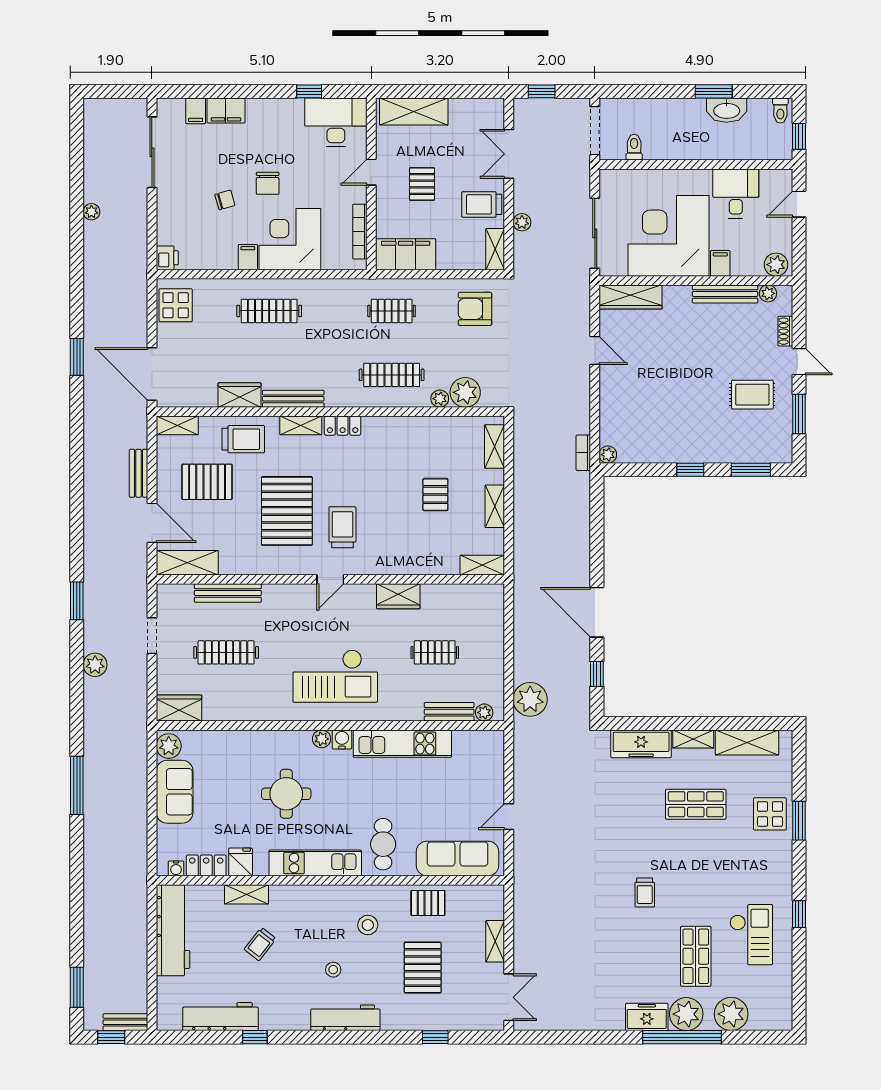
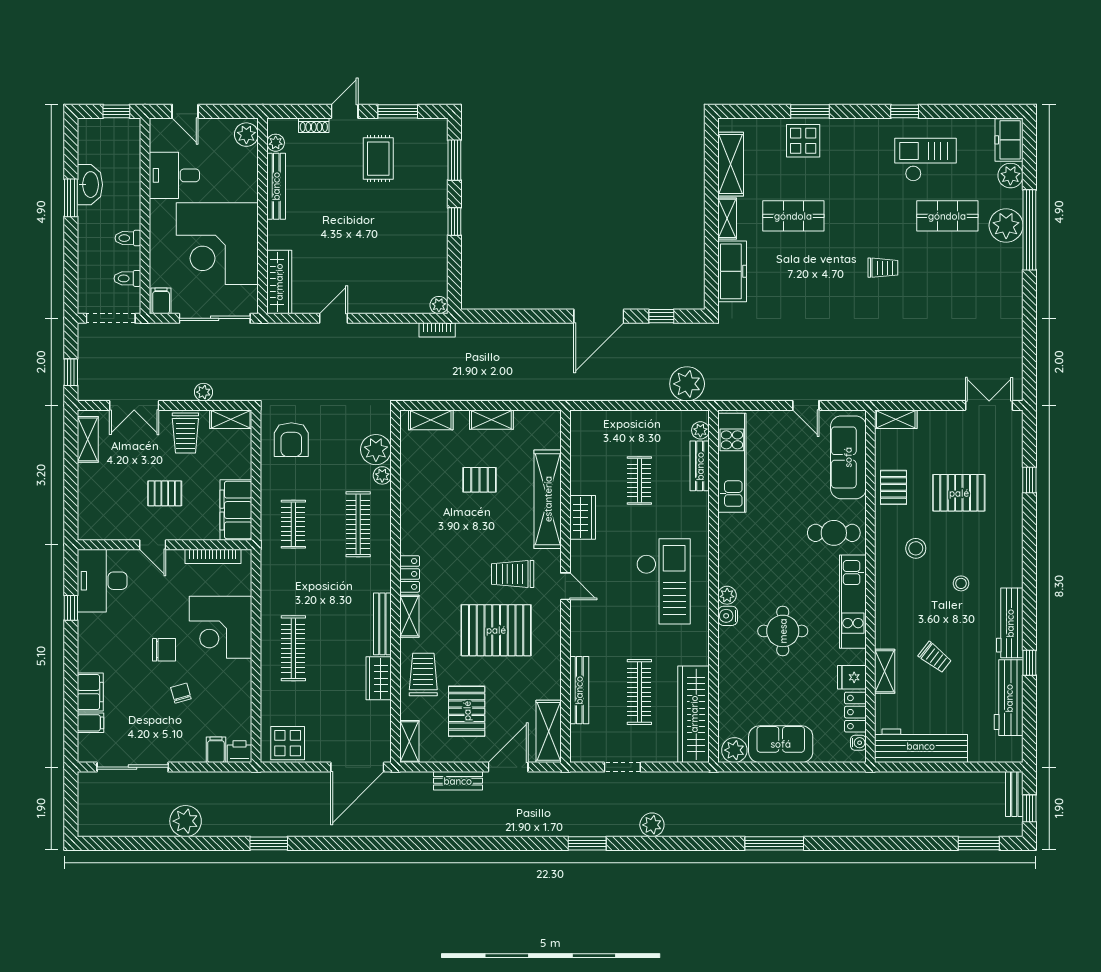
toilet: (780, 110) -> (128, 238), moved, turned 180
shelving: (414, 111) -> (88, 439), moved, width x0.67, depth x0.75
plant: (91, 212) -> (186, 821), width x1.88, depth x1.88
filing cabinet: (248, 257) -> (216, 750), moved, turned 90
filing cabinet: (720, 263) -> (161, 301), moved, turned 90
window: (77, 357) -> (269, 843), moved
shelving: (482, 565) -> (548, 499), moved, width x2.20, depth x1.33
wardrobe: (179, 708) -> (694, 714), width x2.10, depth x1.17
water cooler: (342, 739) -> (728, 616), moved
kitchen unit: (402, 744) -> (732, 463), moved
shop shelf: (696, 804) -> (793, 216), turned 90
shelving: (495, 941) -> (896, 419), moved
plant: (731, 1014) -> (1010, 176), width x0.73, depth x0.73
freezer: (647, 1017) -> (1009, 140), moved
workbench: (345, 1018) -> (1010, 623), moved

